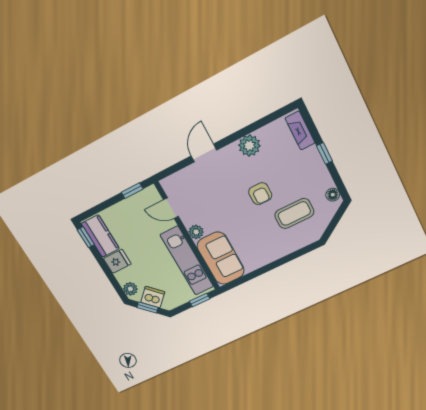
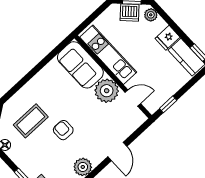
plant: (196, 232) -> (107, 91), width x1.88, depth x1.88
window: (200, 300) -> (88, 21), removed

